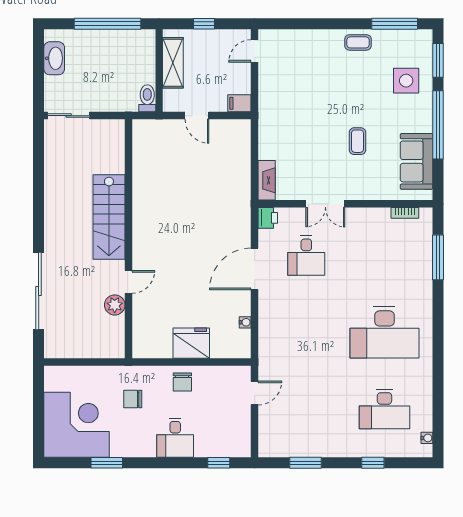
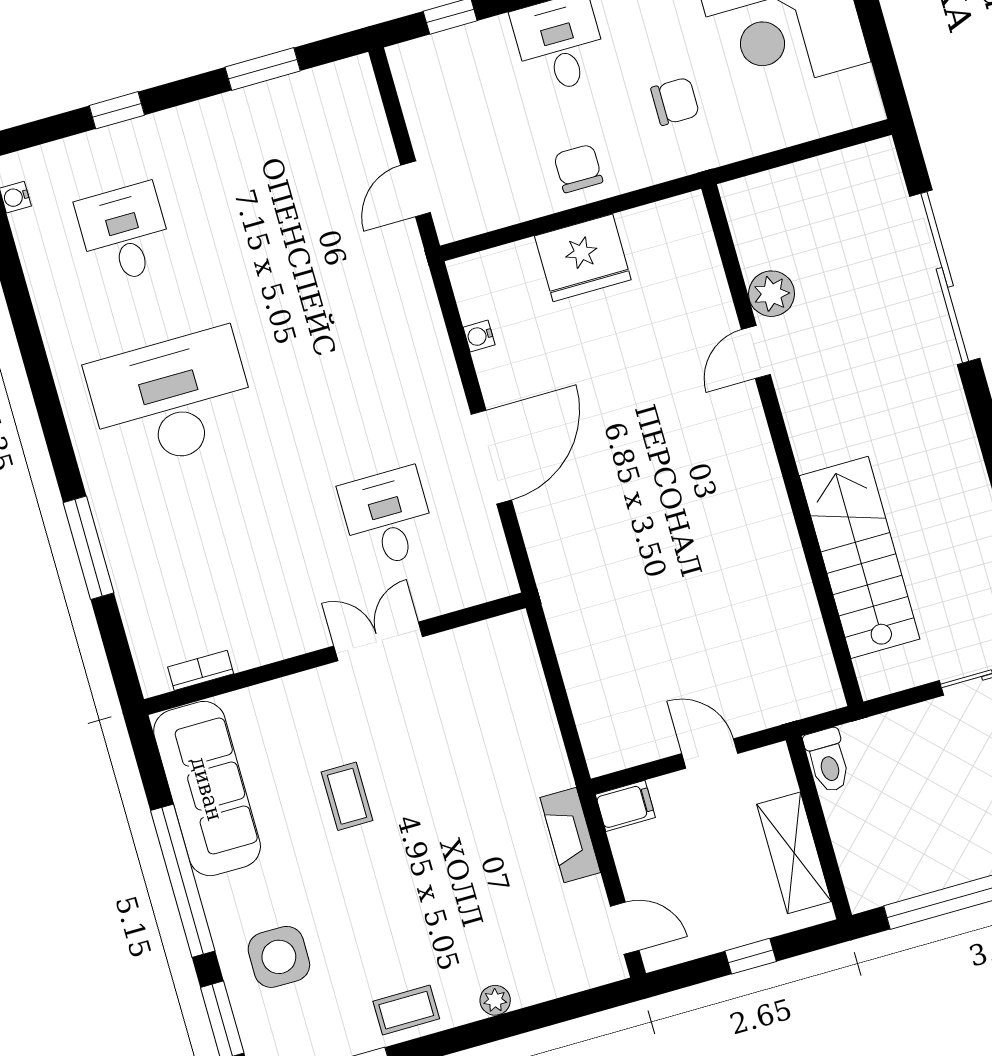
plant: (319, 36) -> (495, 1000), added
door: (255, 51) -> (625, 928), hinge flipped
sofa: (416, 161) -> (207, 789), width x1.36
fireplace: (267, 180) -> (570, 835), moved
stairs: (109, 217) -> (860, 557), moved
printer: (268, 218) -> (494, 576), removed
window: (438, 257) -> (88, 548), moved
desk: (384, 409) -> (125, 233), width x0.73

